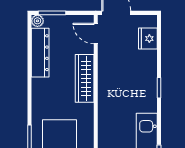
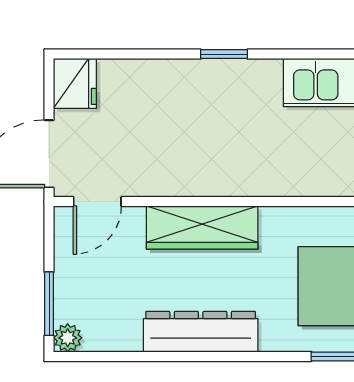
fridge: (148, 39) -> (75, 83), moved, turned -90
dresser: (40, 53) -> (201, 332), moved

